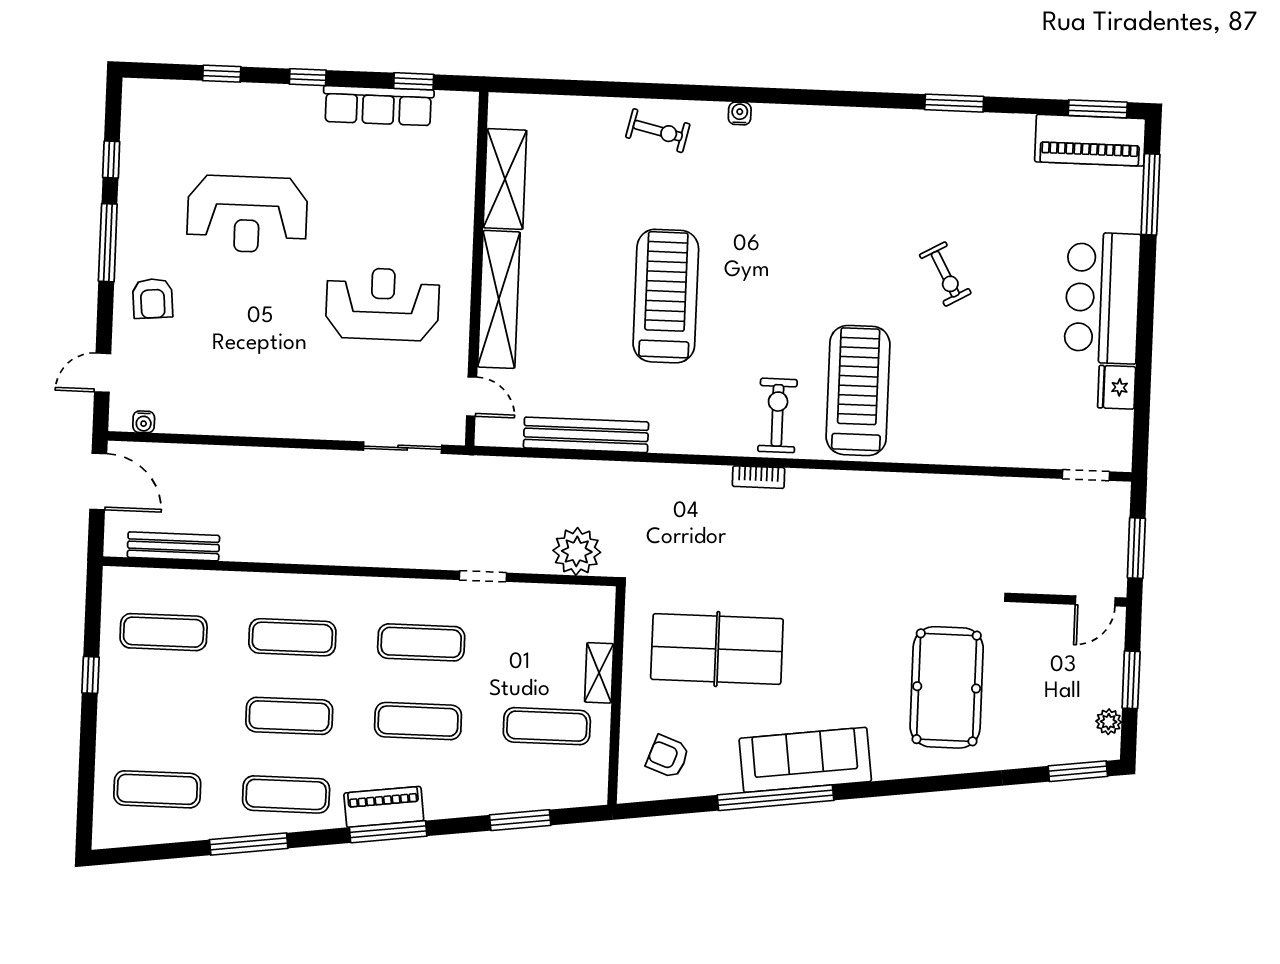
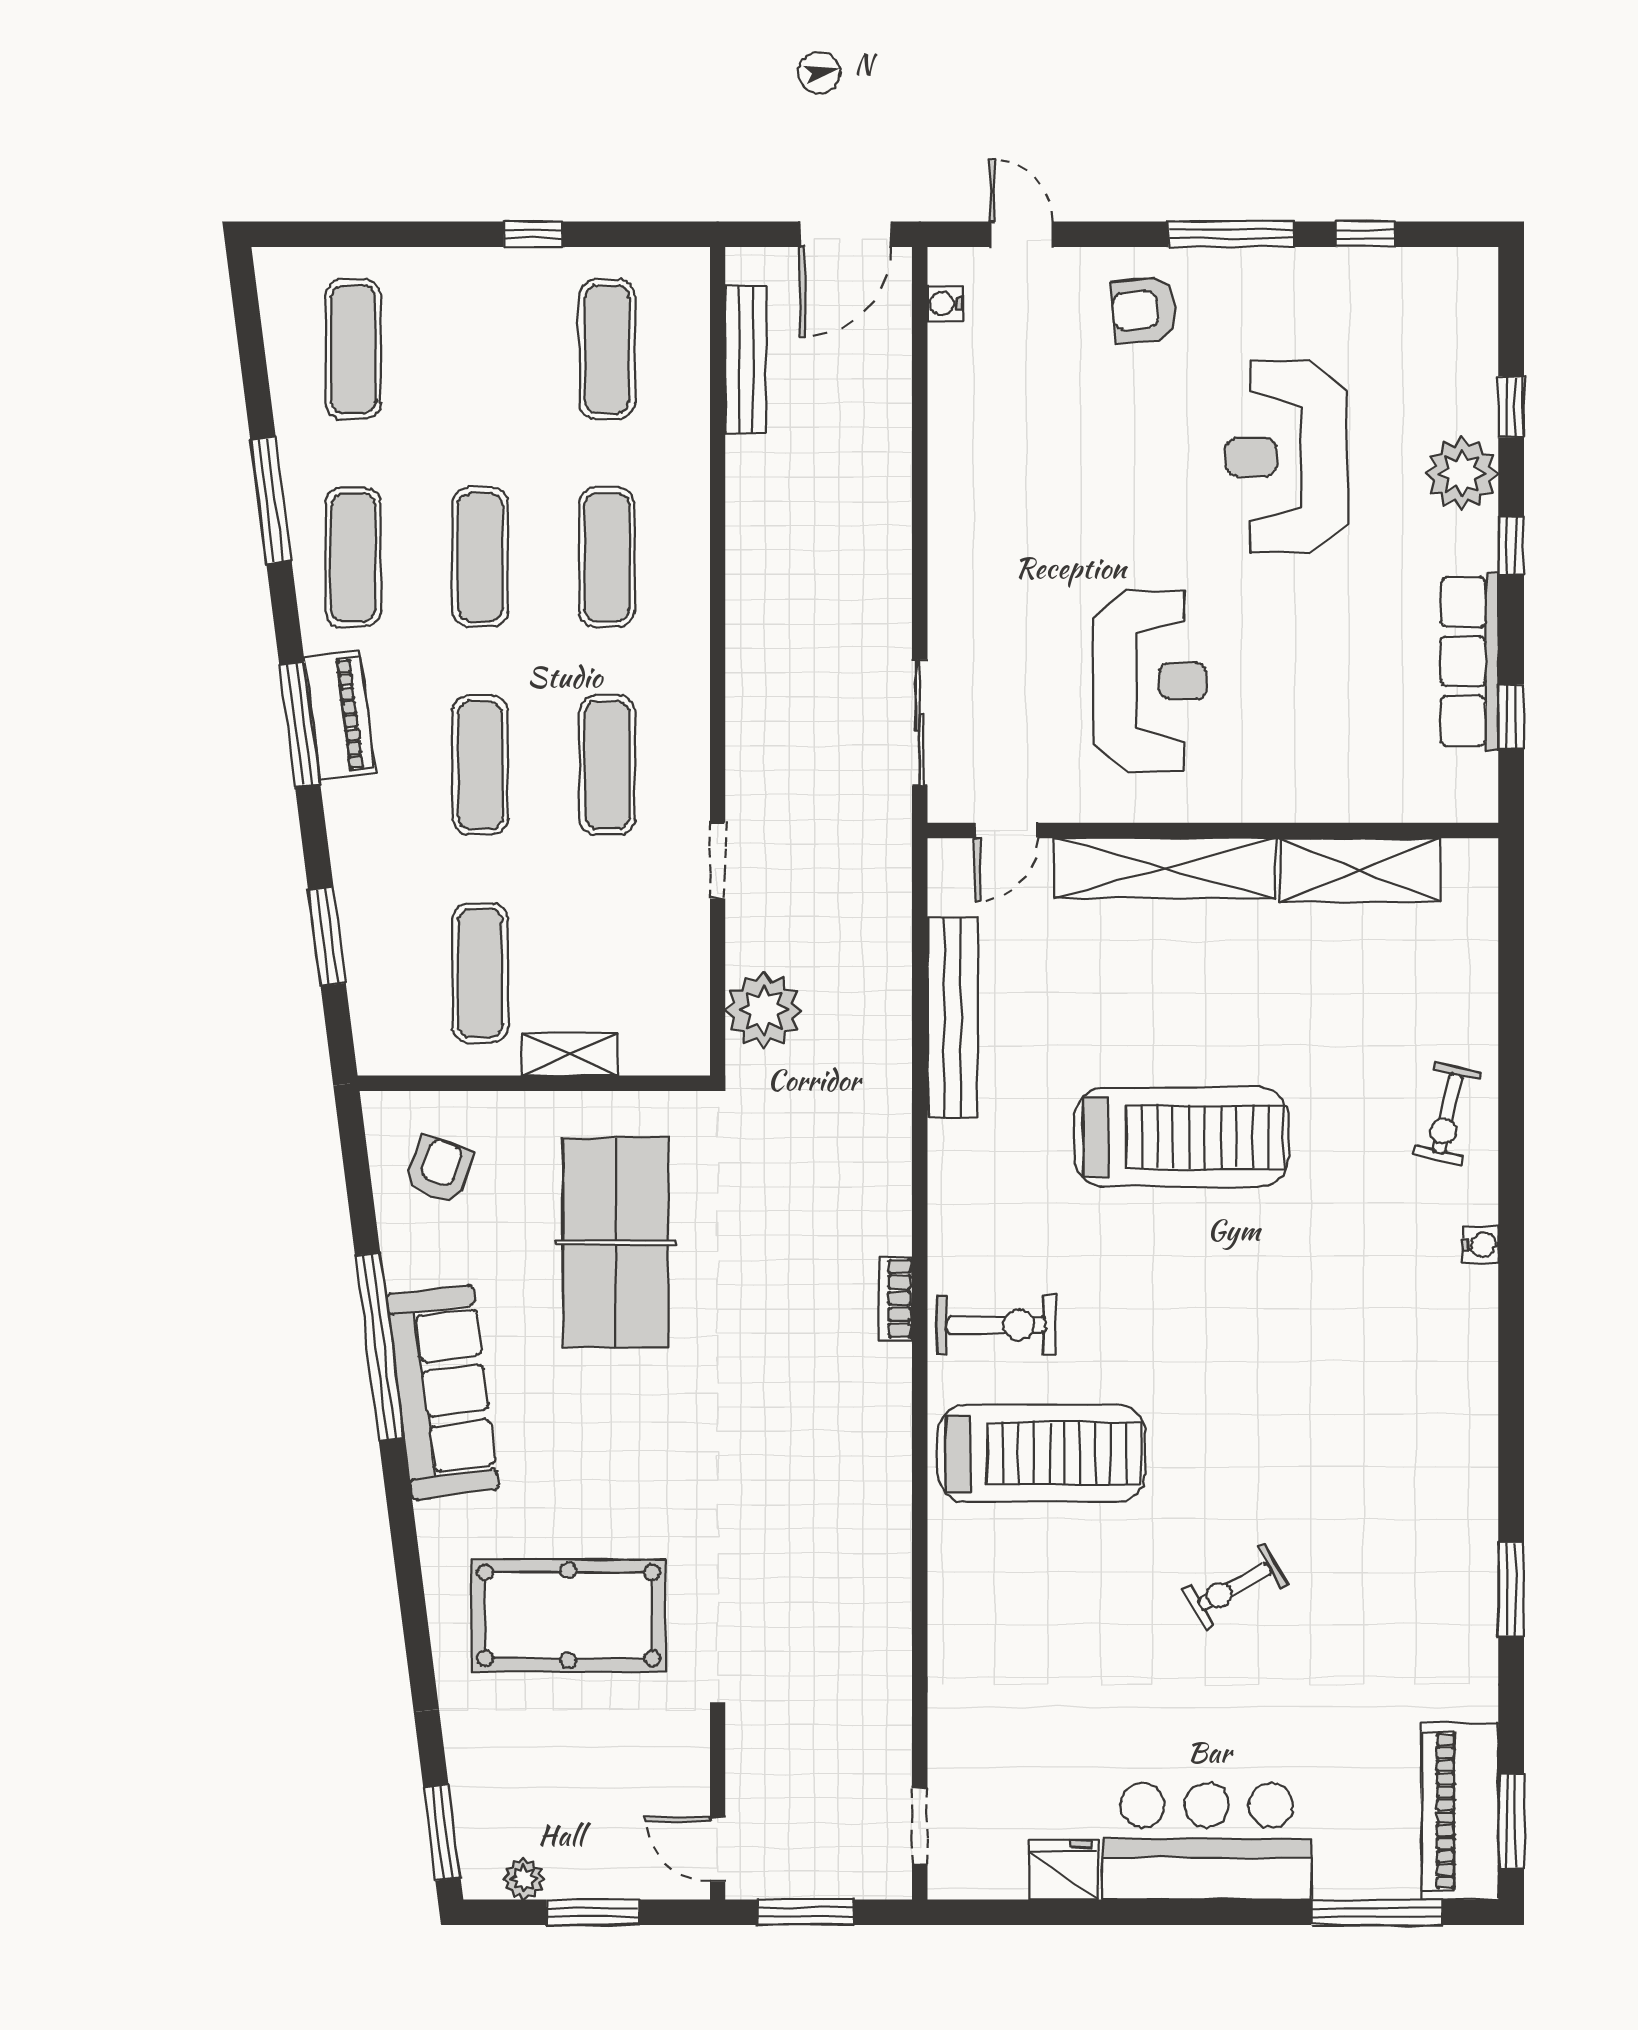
plant: (262, 106) -> (1462, 474), added

